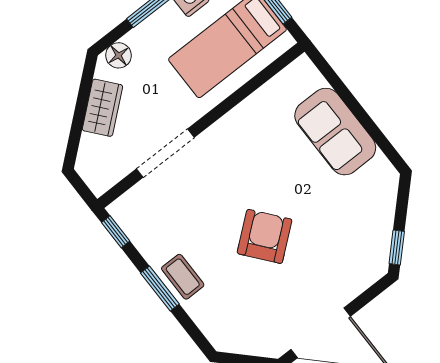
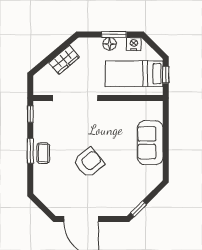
floor lamp: (118, 55) -> (110, 44), moved
doorway: (165, 153) -> (75, 98), width x1.36

